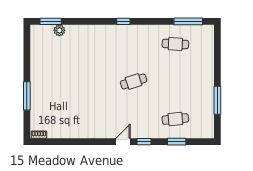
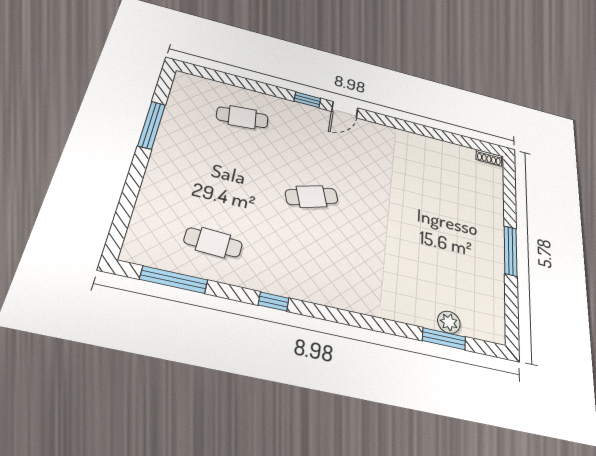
window: (51, 21) -> (444, 339), moved
window: (123, 21) -> (274, 302), moved
window: (27, 96) -> (511, 251), moved
window: (177, 142) -> (247, 84), removed

